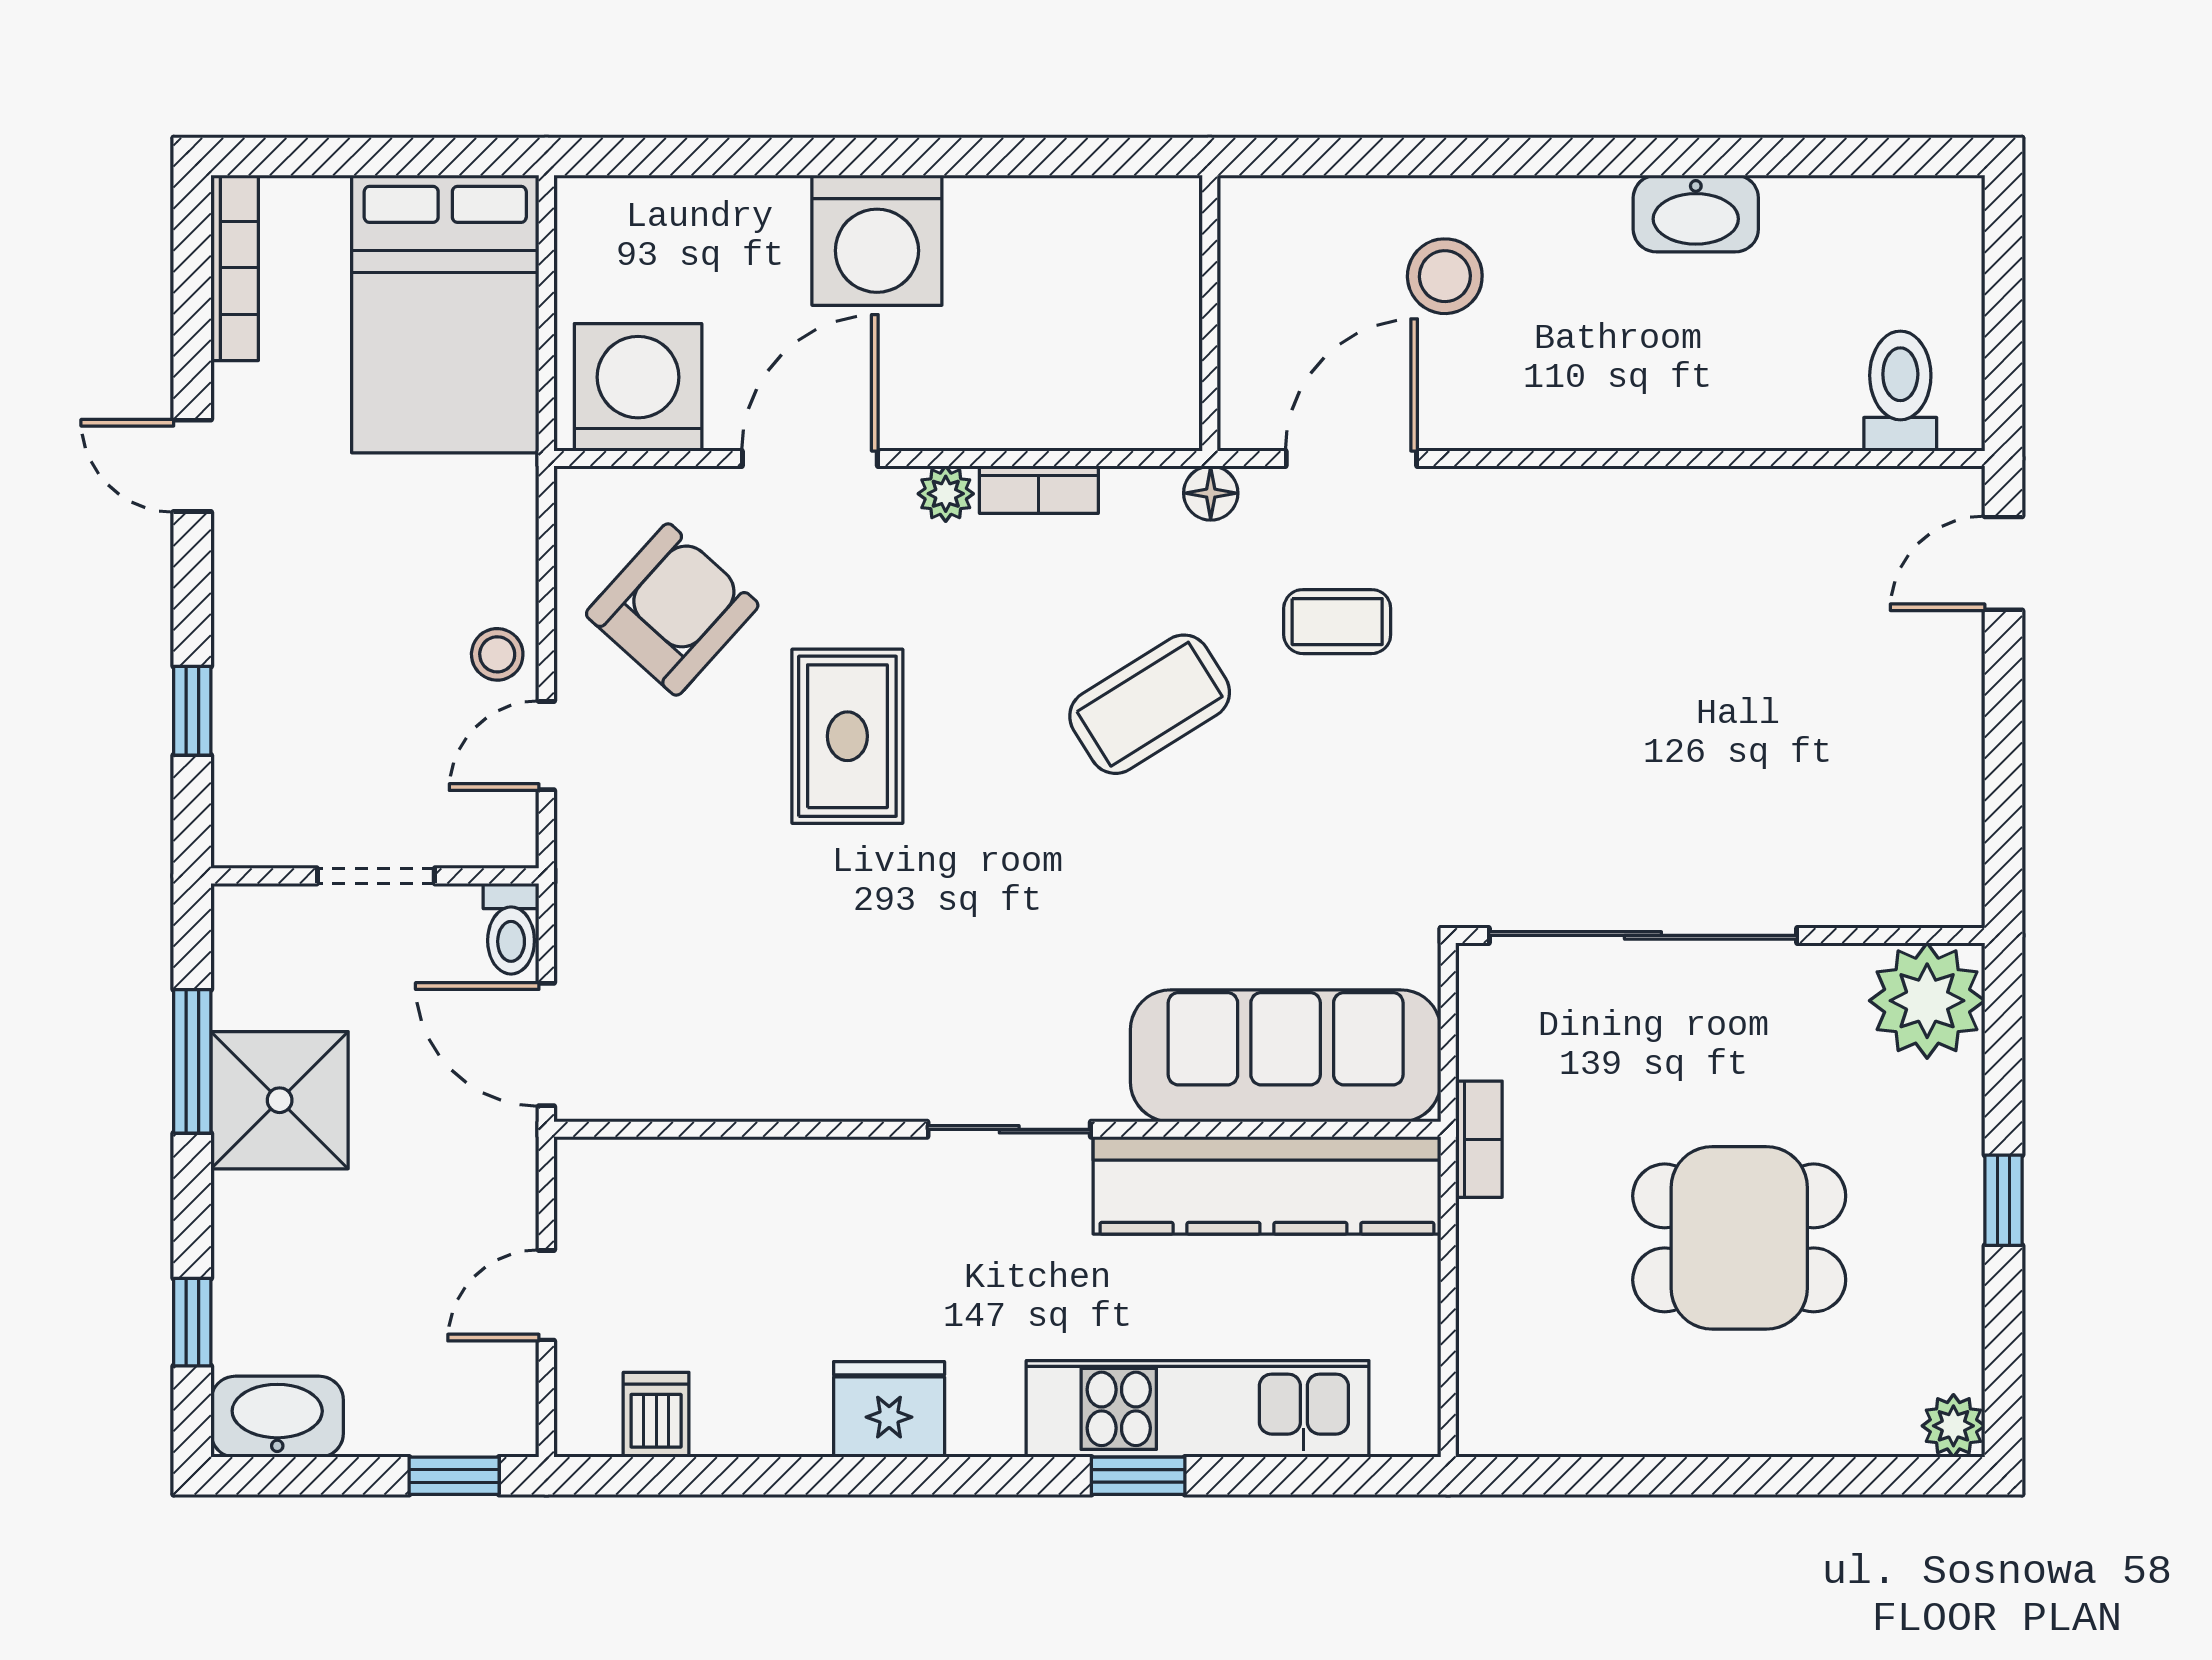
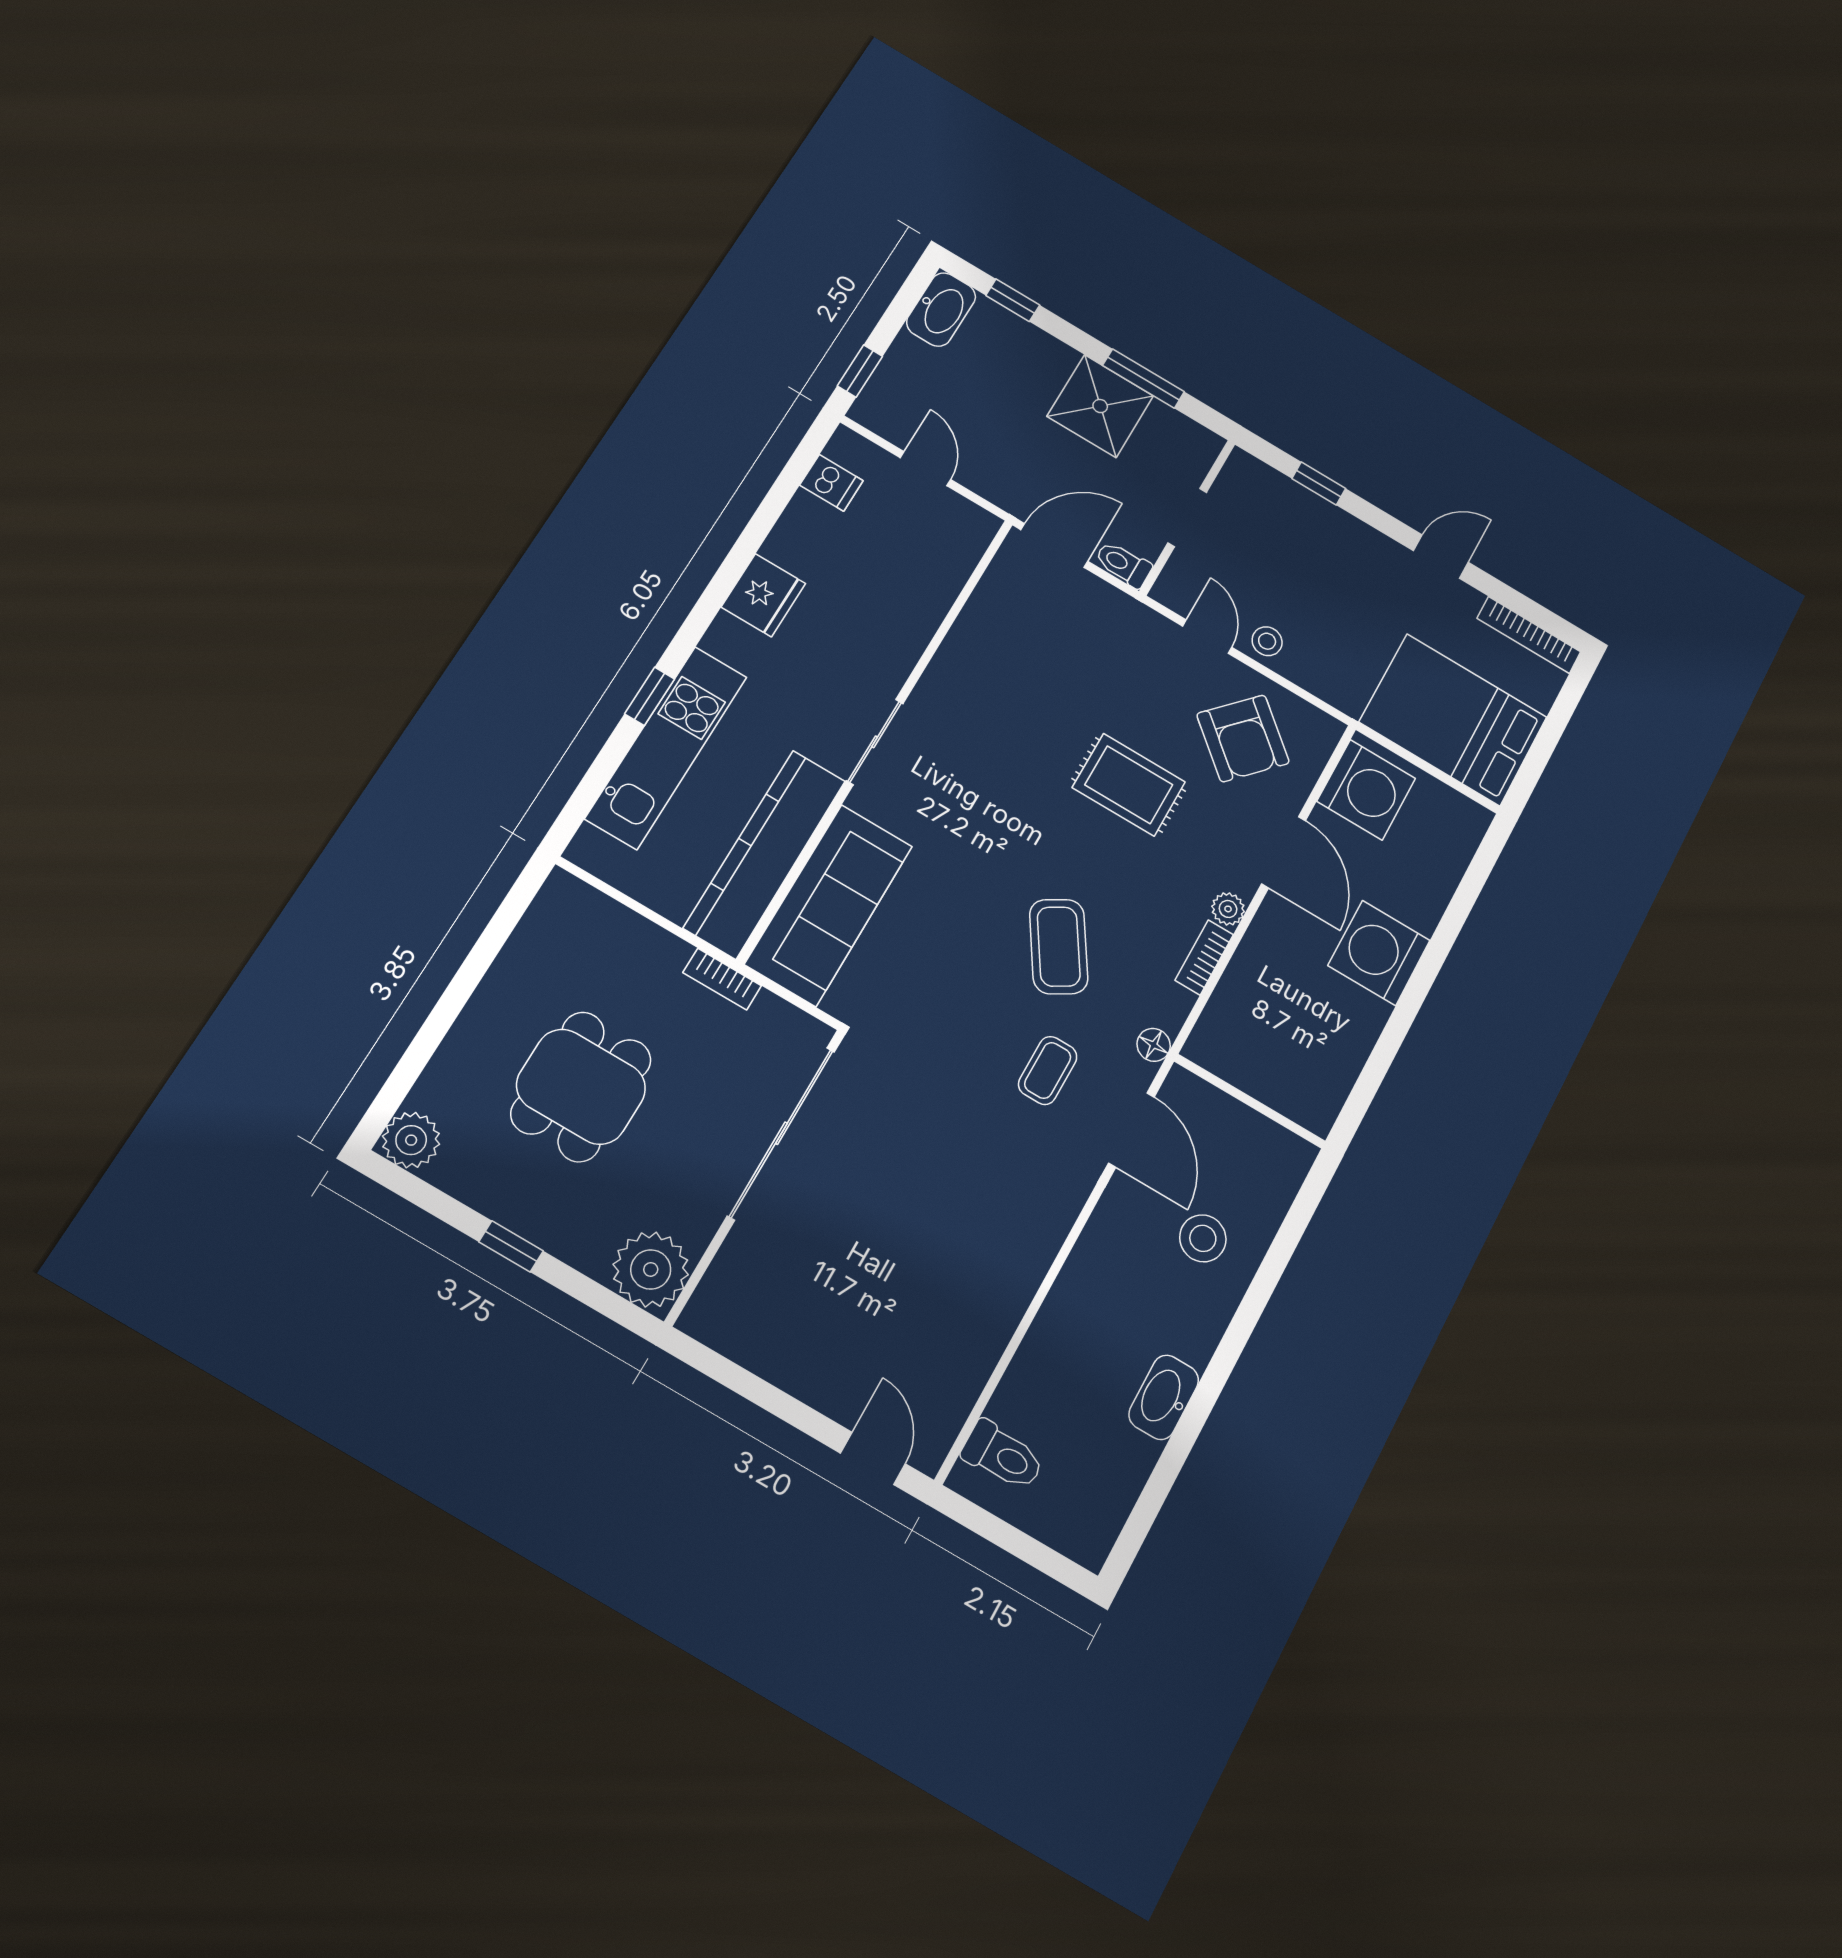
plant: (1953, 1426) -> (411, 1140), width x1.38, depth x1.38

